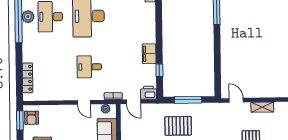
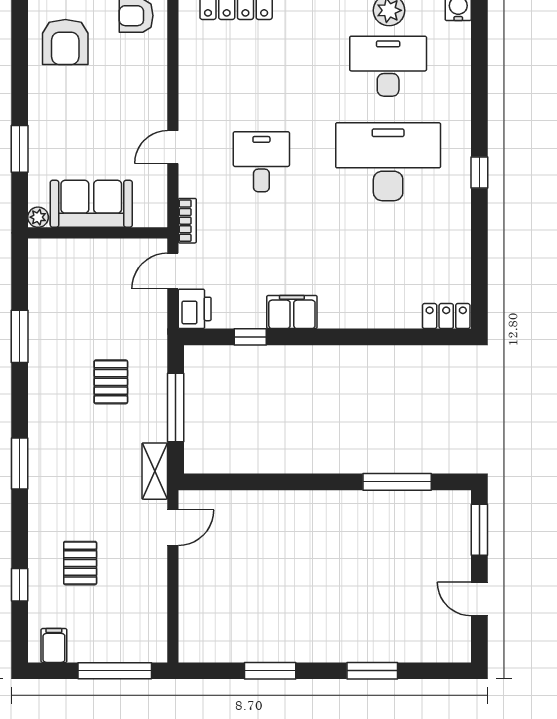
shelving: (262, 107) -> (155, 471), moved
plant: (106, 109) -> (156, 201), removed
pallet: (178, 126) -> (111, 382), width x0.67, depth x0.71

